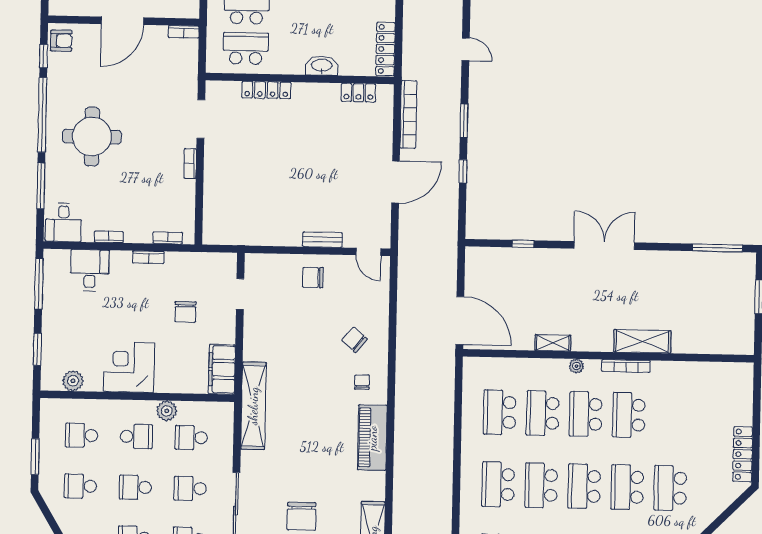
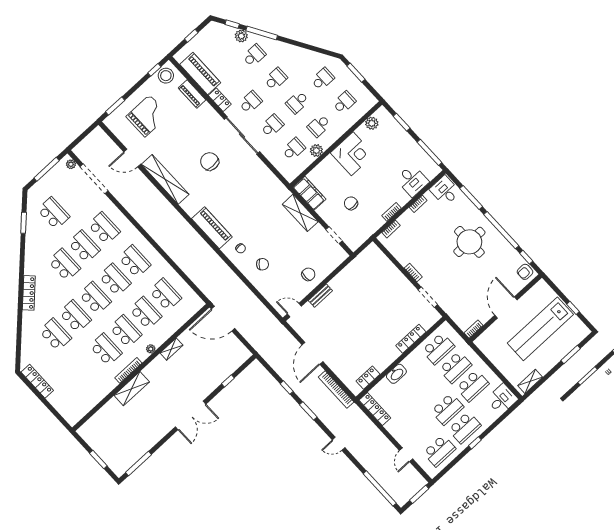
shelving: (253, 406) -> (300, 213), moved, width x0.68
school desk: (135, 487) -> (297, 102), turned 180

